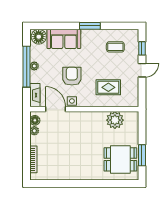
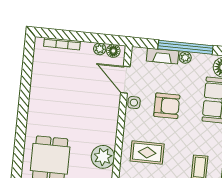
rug: (108, 87) -> (147, 152), turned 90
fireplace: (35, 95) -> (163, 56), moved
door: (56, 109) -> (125, 80), swing flipped

